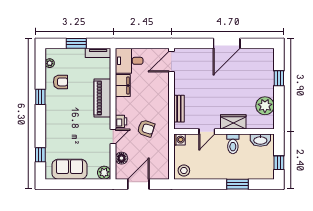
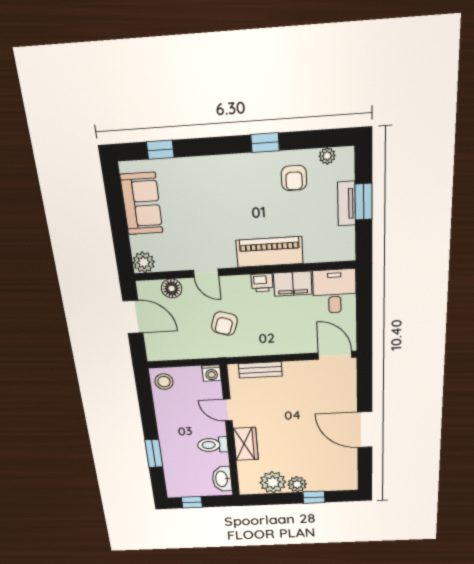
tv unit: (98, 53) -> (347, 204), moved
plant: (267, 89) -> (297, 484), added
printer: (121, 121) -> (262, 283), moved

